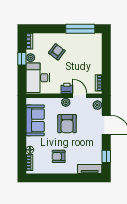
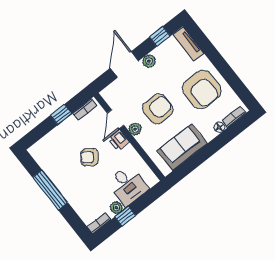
window: (80, 29) -> (50, 190), moved
armchair: (57, 52) -> (89, 157), moved
window: (106, 68) -> (61, 115), added
desk: (38, 78) -> (128, 185), width x0.73
plant: (97, 105) -> (149, 61), moved
armchair: (59, 156) -> (202, 89), width x1.88, depth x1.88

